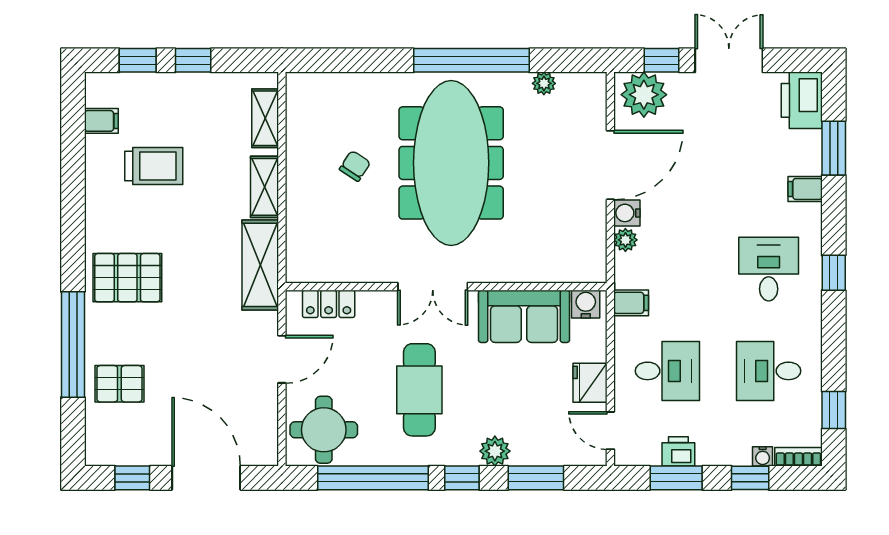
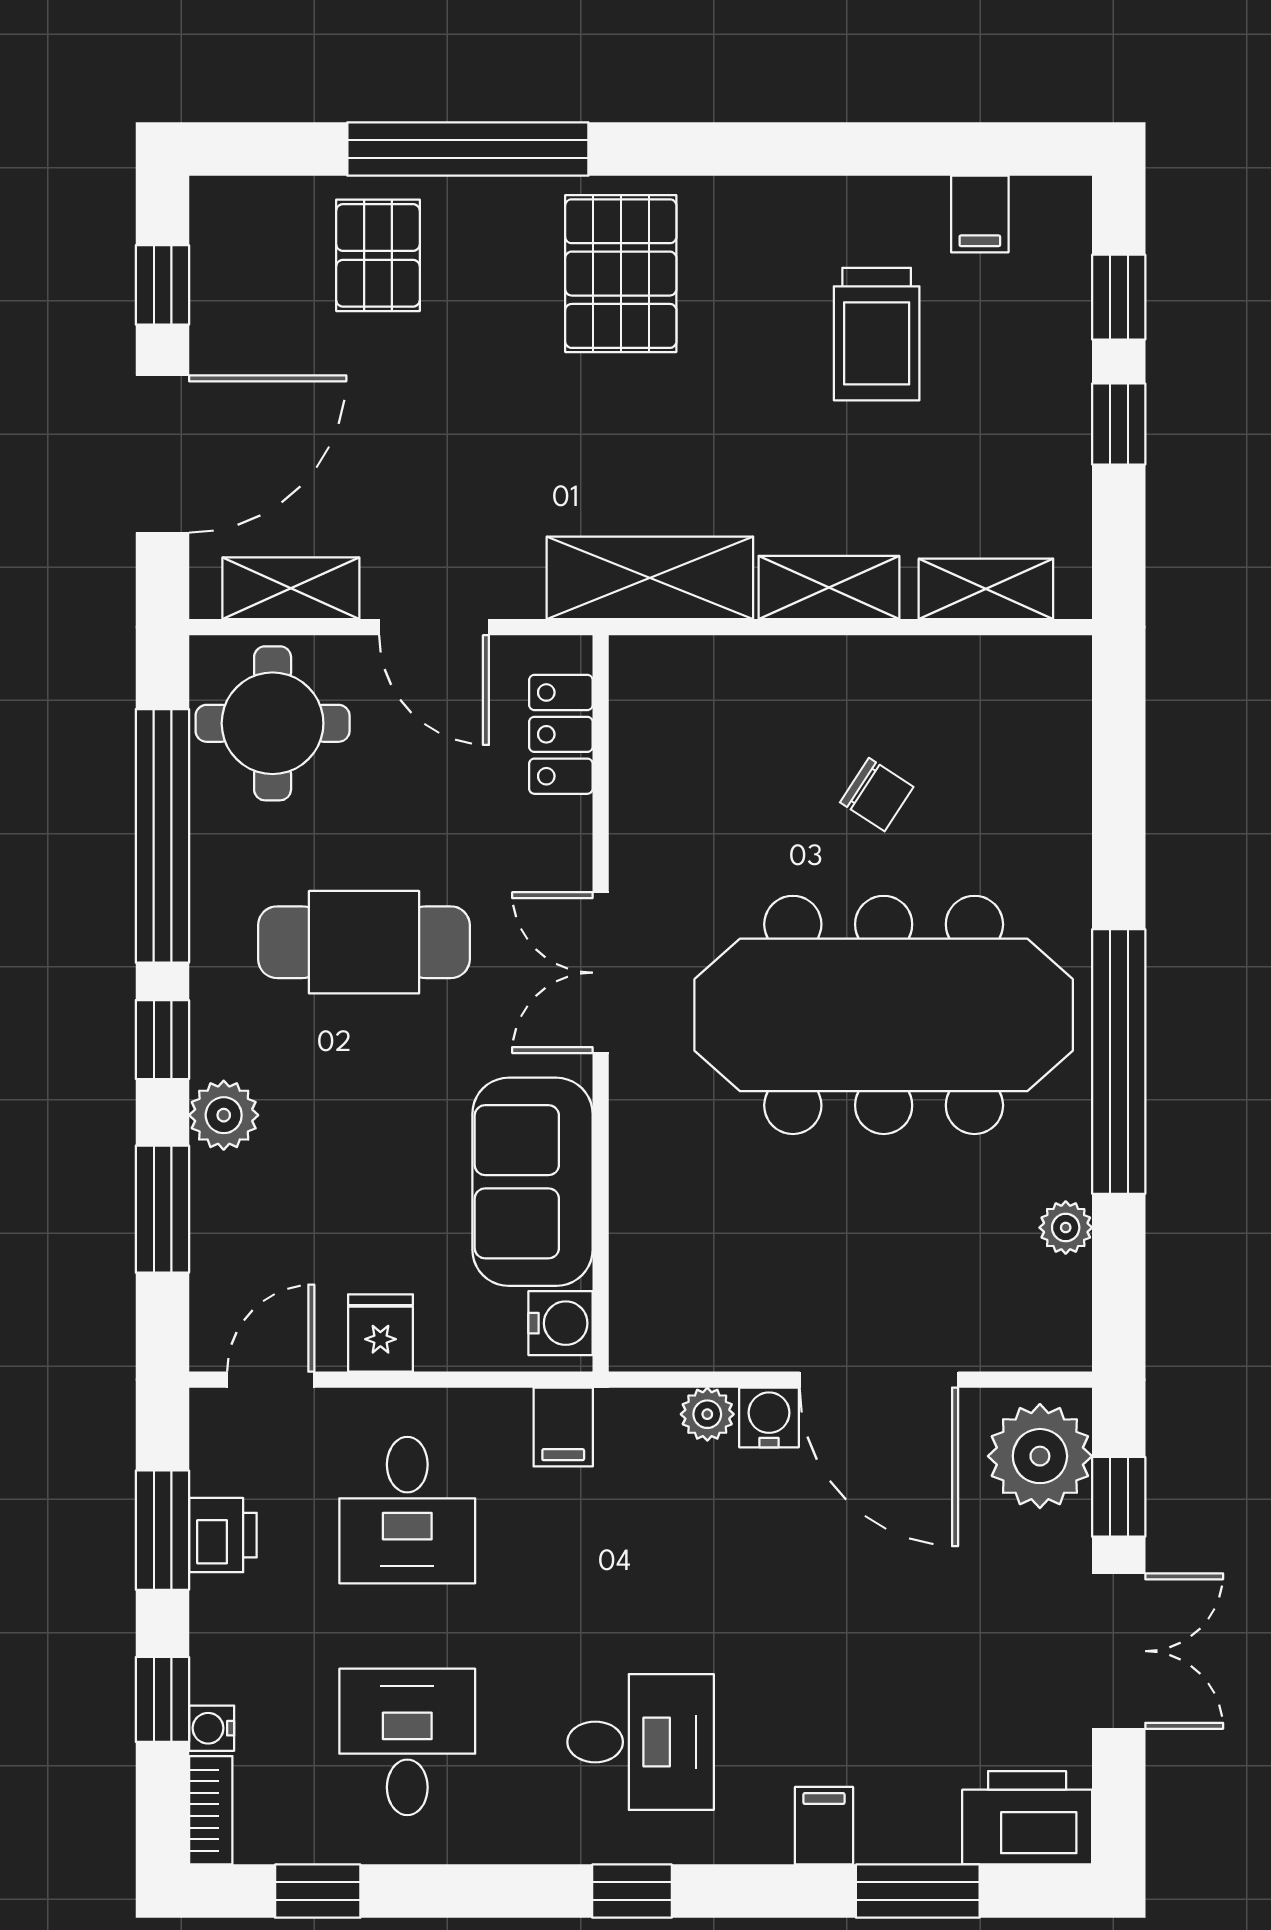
fridge: (590, 383) -> (380, 1333), width x0.72
shelving: (265, 422) -> (291, 588), added

